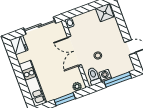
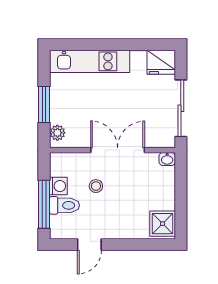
toilet: (94, 76) -> (64, 205), moved

